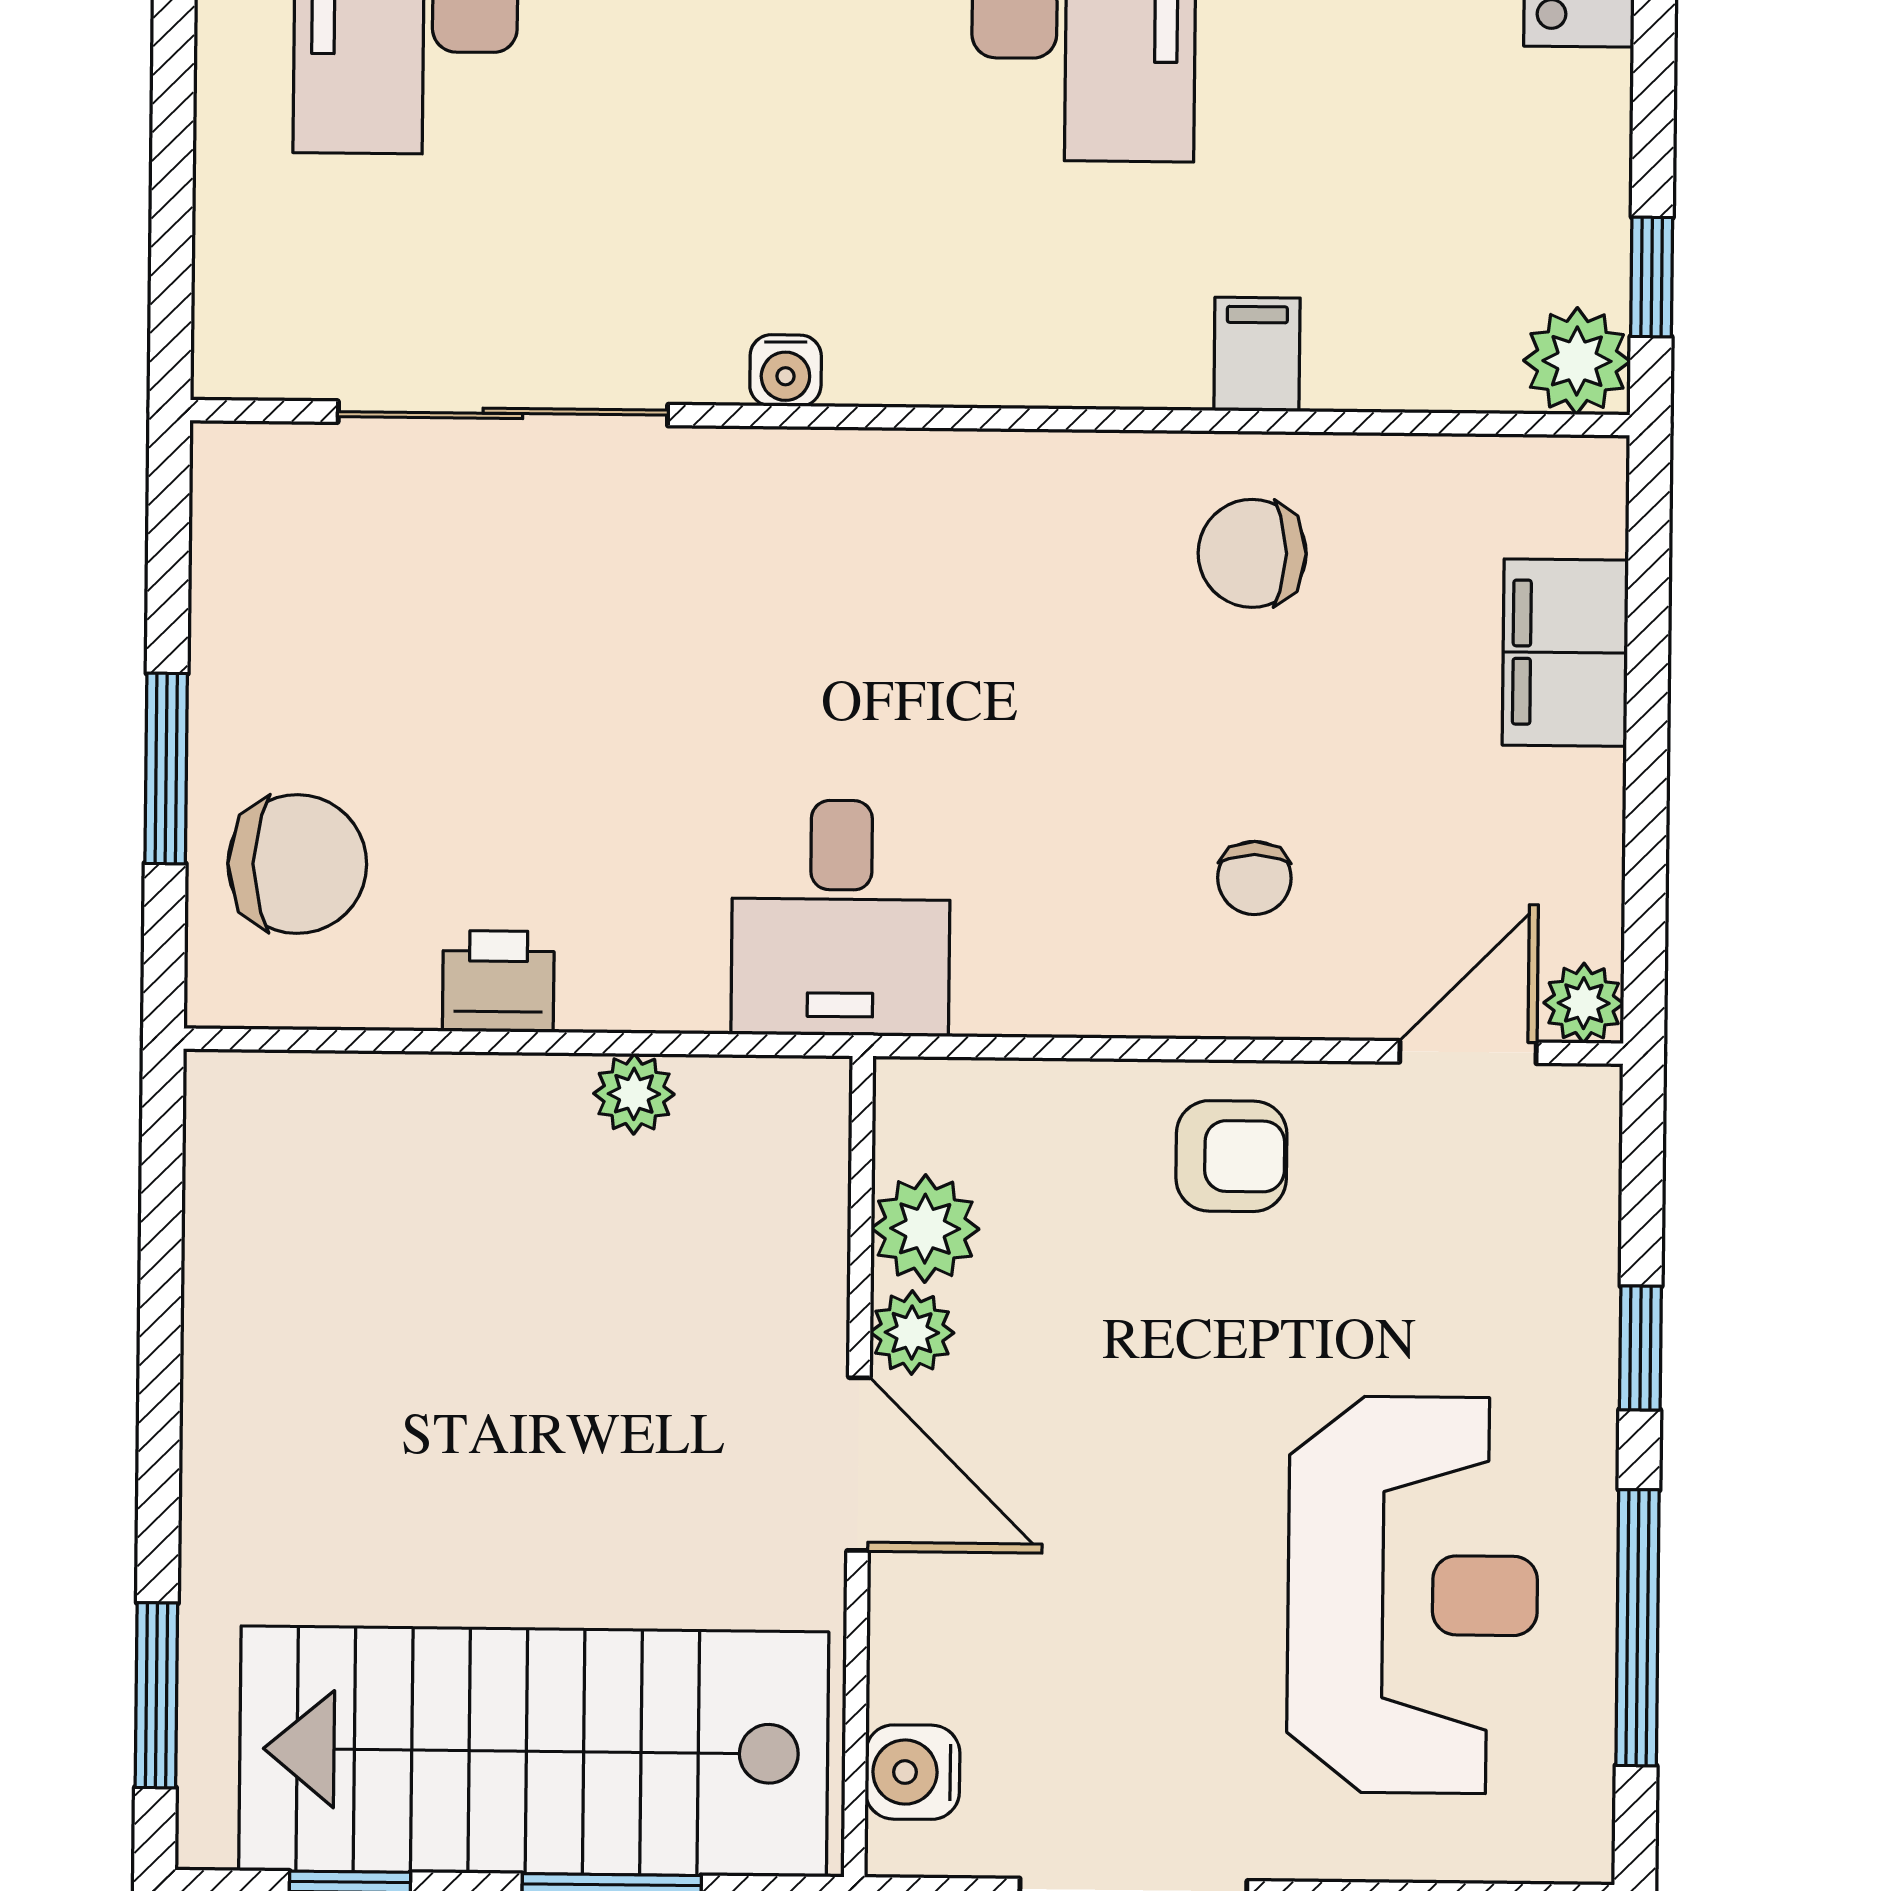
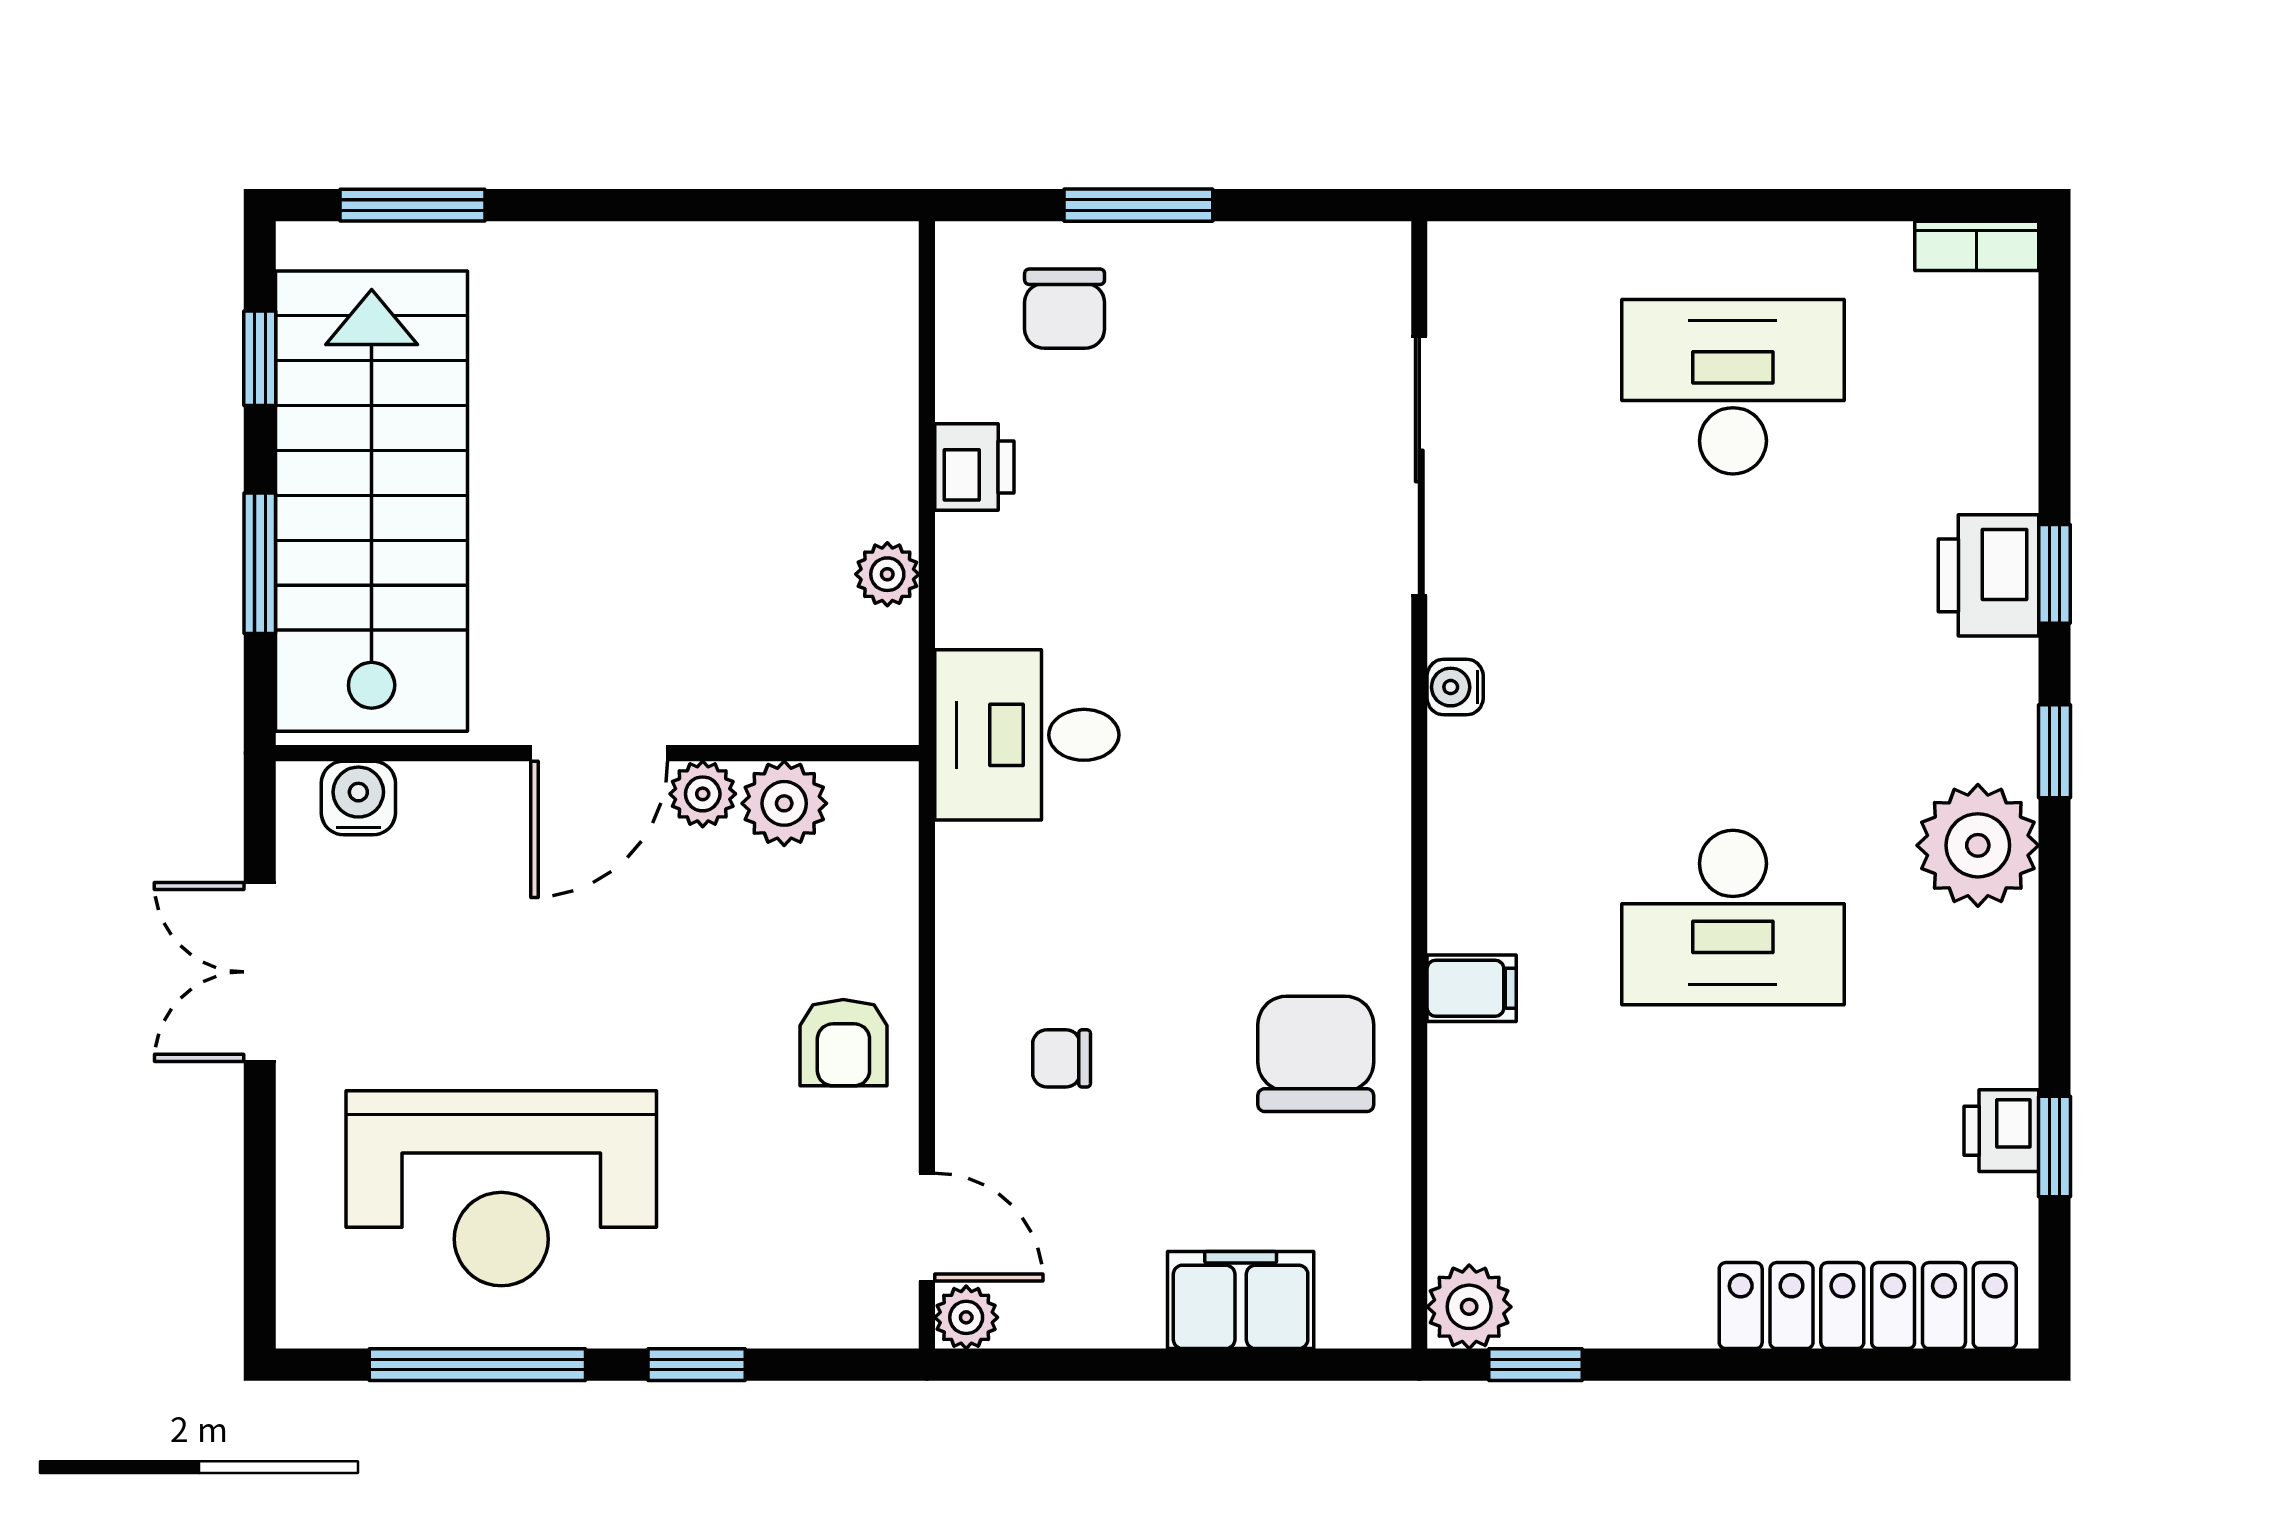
filing cabinet: (1257, 354) -> (1472, 988), moved
chair: (1252, 553) -> (1316, 1054), width x1.37, depth x1.37
chair: (297, 864) -> (1065, 309), width x0.73, depth x0.73

